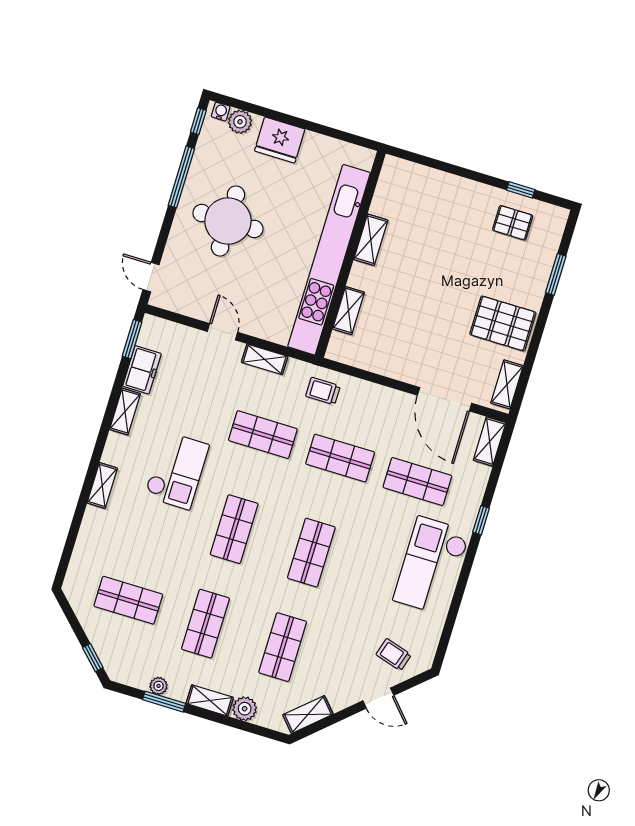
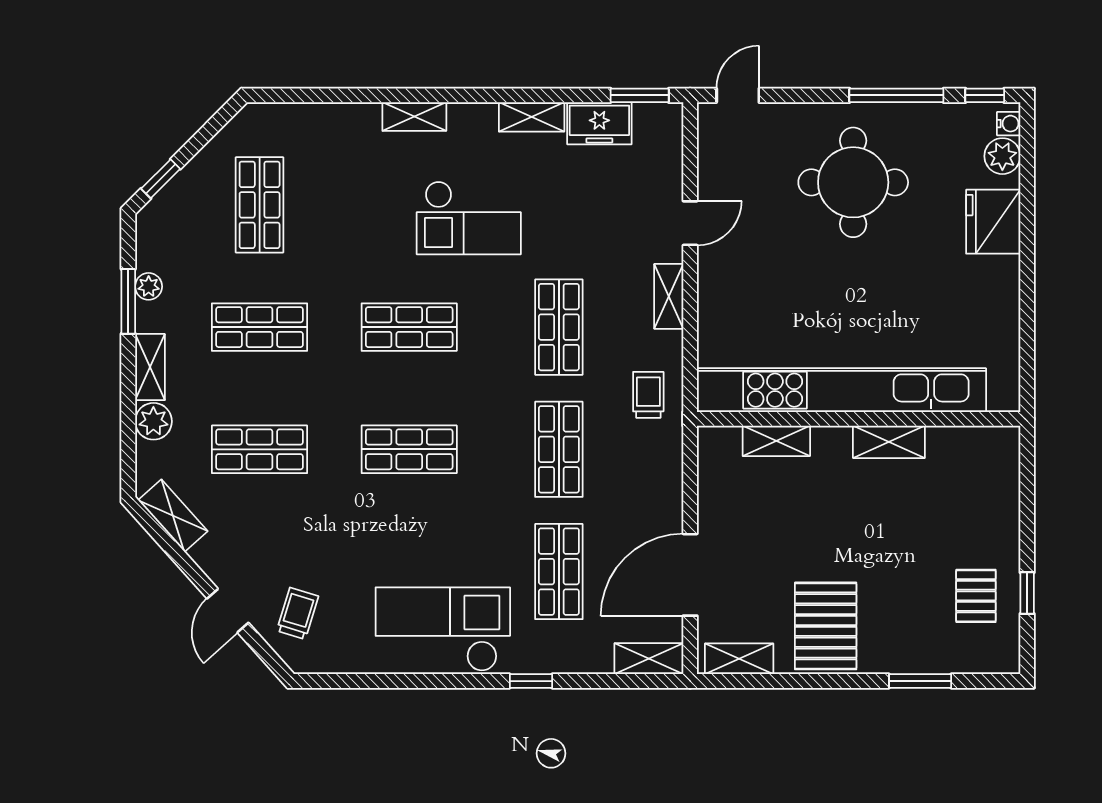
shelving: (371, 240) -> (889, 442), moved
wall: (350, 254) -> (859, 419), moved
kitchen unit: (329, 260) -> (841, 390), moved
shelving: (349, 311) -> (776, 441), moved

